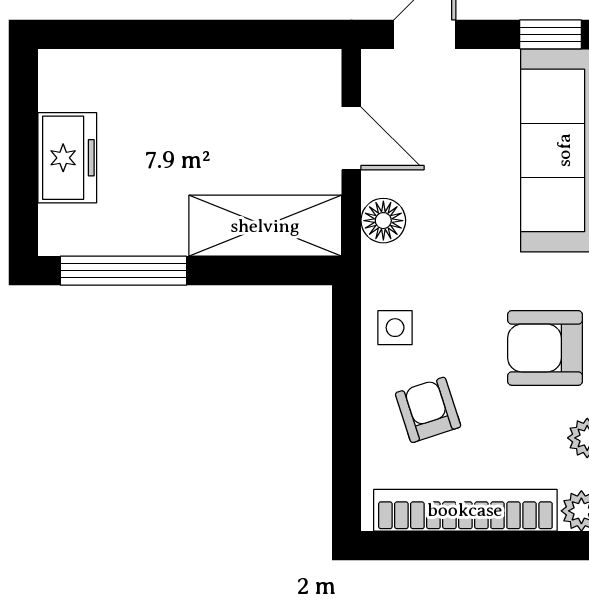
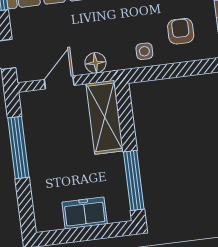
window: (224, 34) -> (18, 148), added
armchair: (428, 410) -> (181, 31), turned 108

